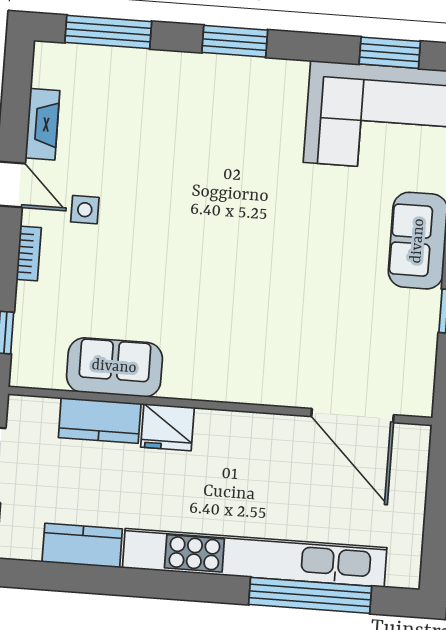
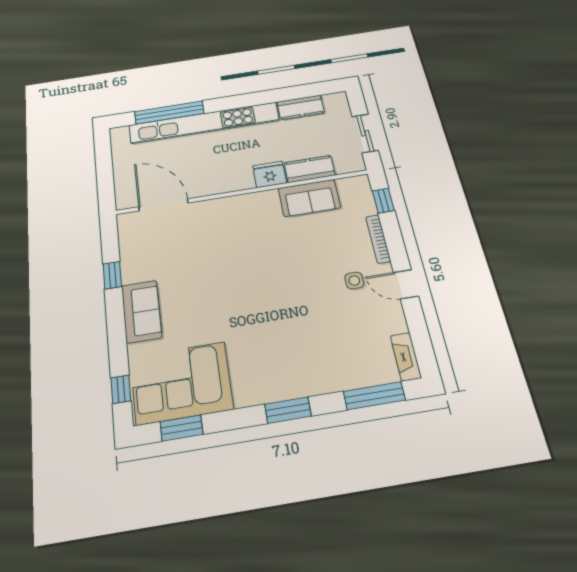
fireplace: (42, 124) -> (406, 357), moved
bookcase: (29, 253) -> (378, 239), width x1.56

